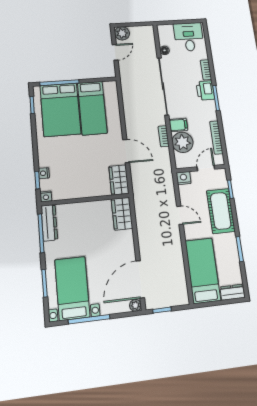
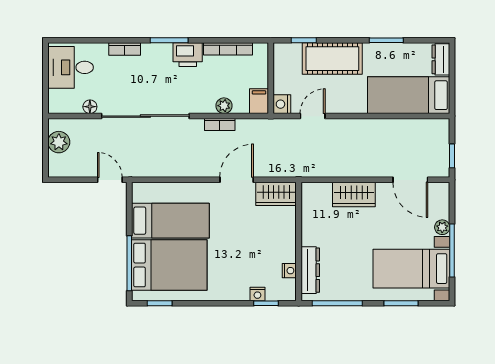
plant: (122, 33) -> (59, 142), moved
door: (115, 52) -> (110, 180), moved
printer: (205, 90) -> (188, 55), moved
filing cabinet: (178, 125) -> (259, 101), moved
plant: (182, 142) -> (224, 106), width x0.53, depth x0.53
door: (206, 168) -> (271, 71), removed
nightstand: (46, 196) -> (289, 271), moved
wardrobe: (122, 214) -> (354, 195), moved
door: (180, 215) -> (313, 116), moved
dresser: (49, 223) -> (310, 270), moved, turned 90
door: (140, 279) -> (410, 180), width x0.73
plant: (135, 305) -> (442, 227), moved

